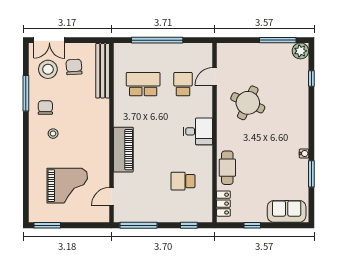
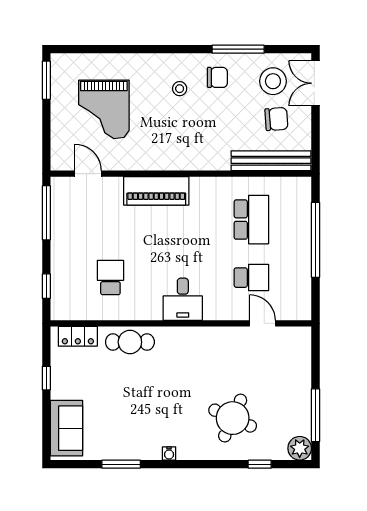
round table: (248, 103) -> (233, 418), moved
water cooler: (304, 154) -> (169, 453), moved

